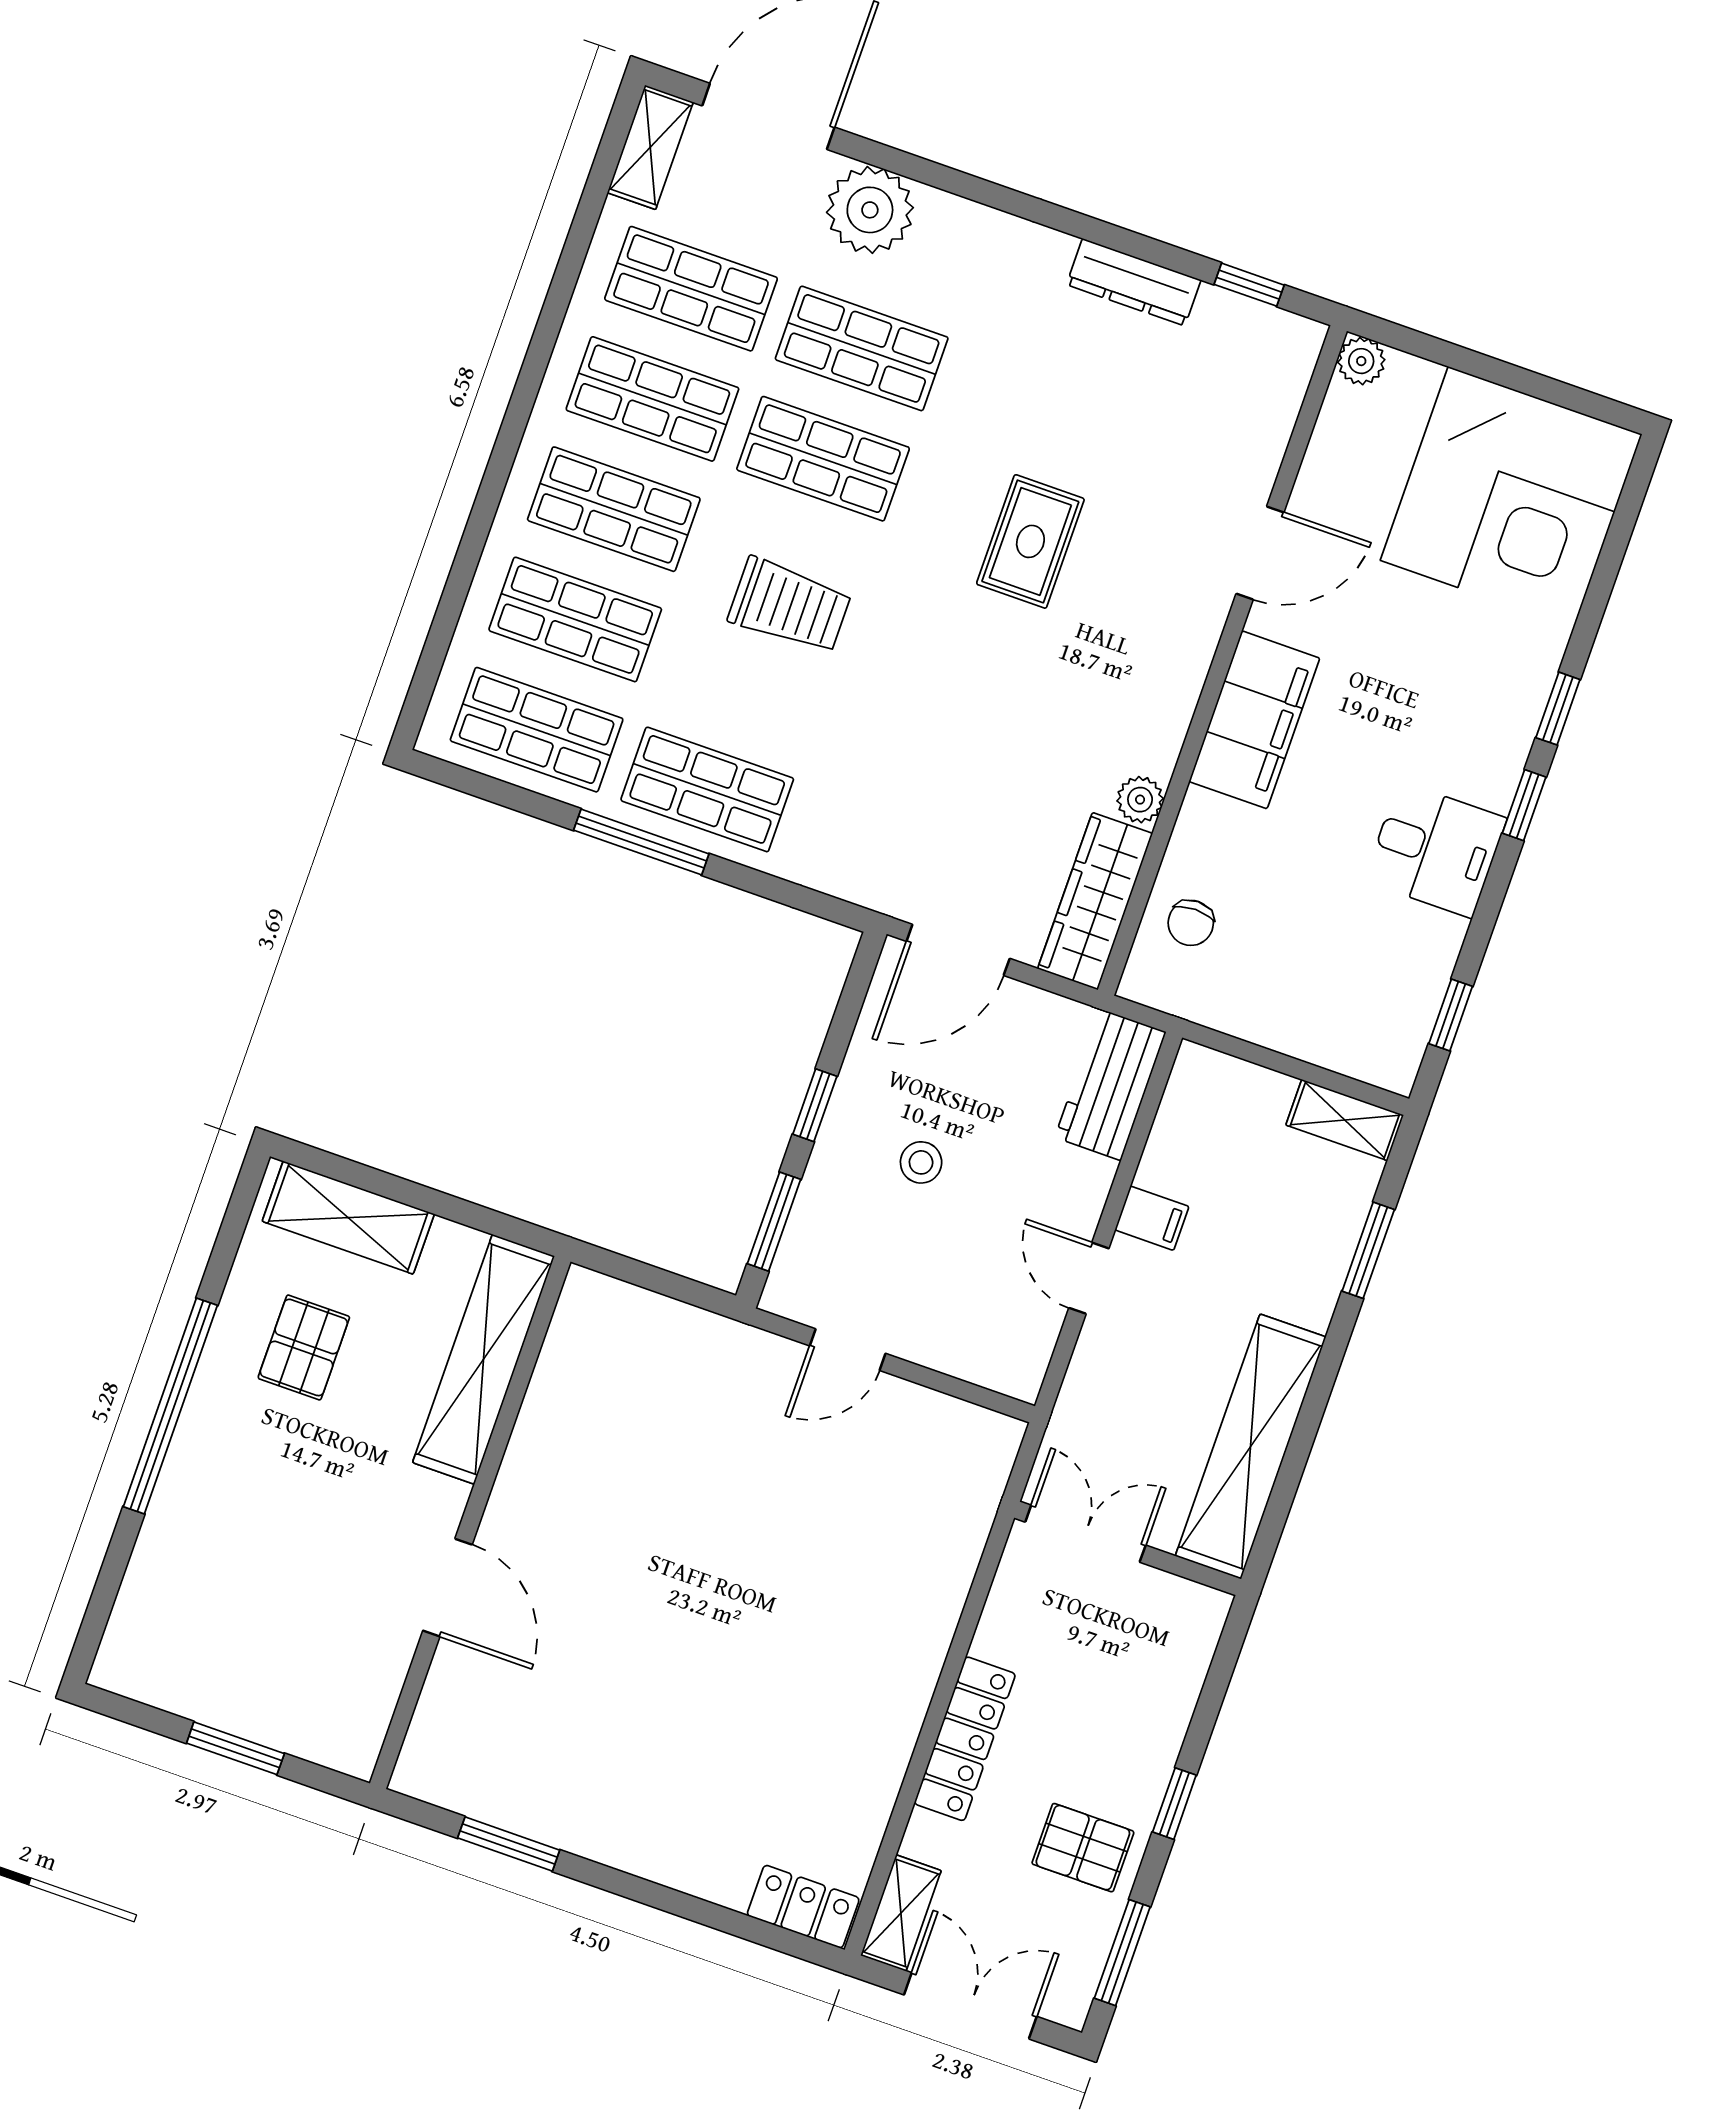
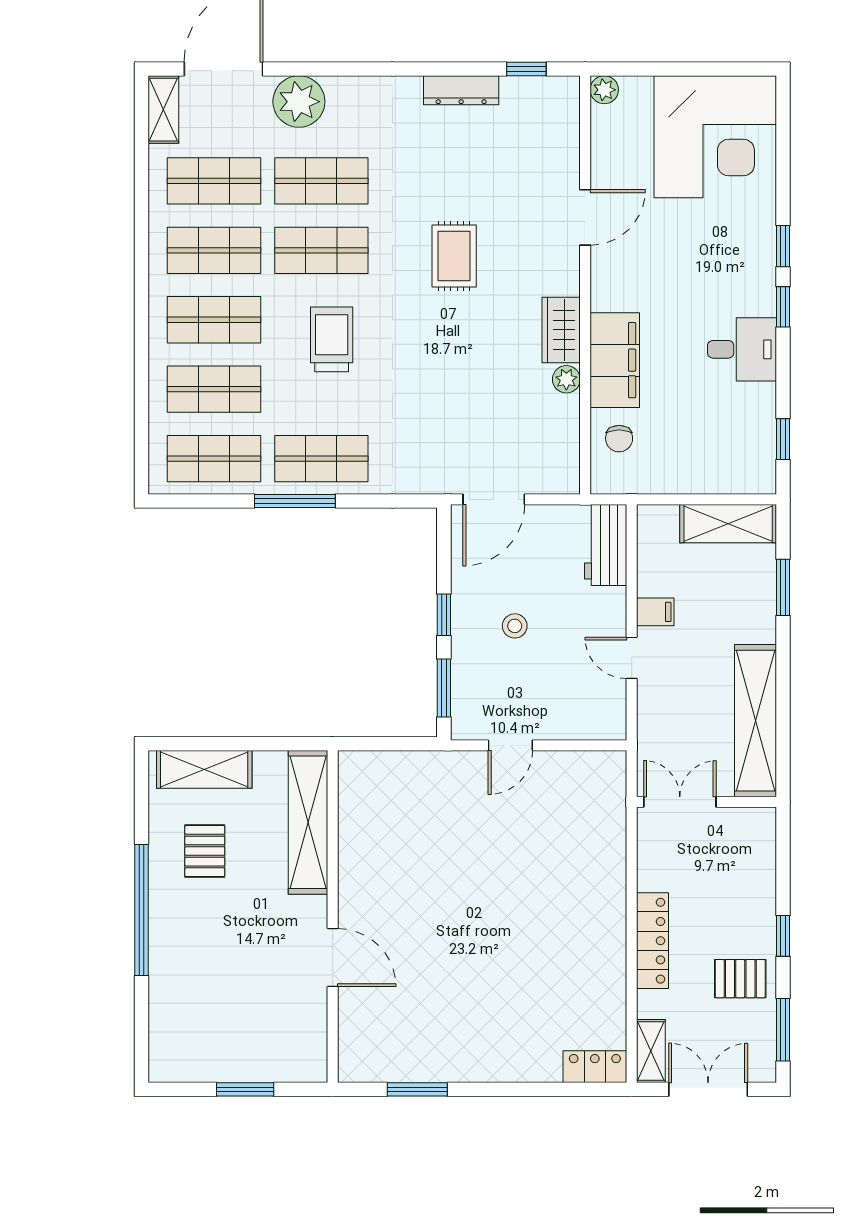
trolley: (790, 606) -> (332, 339), turned -90
filing cabinet: (1254, 720) -> (615, 360), moved
wardrobe: (1095, 901) -> (561, 330), moved, width x0.67
shelving: (1345, 1120) -> (728, 524), width x1.50, depth x1.33

